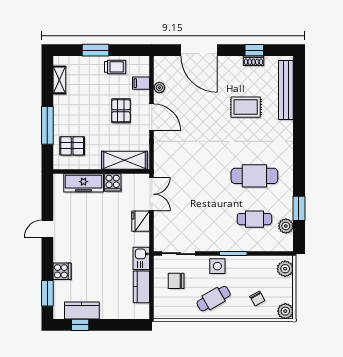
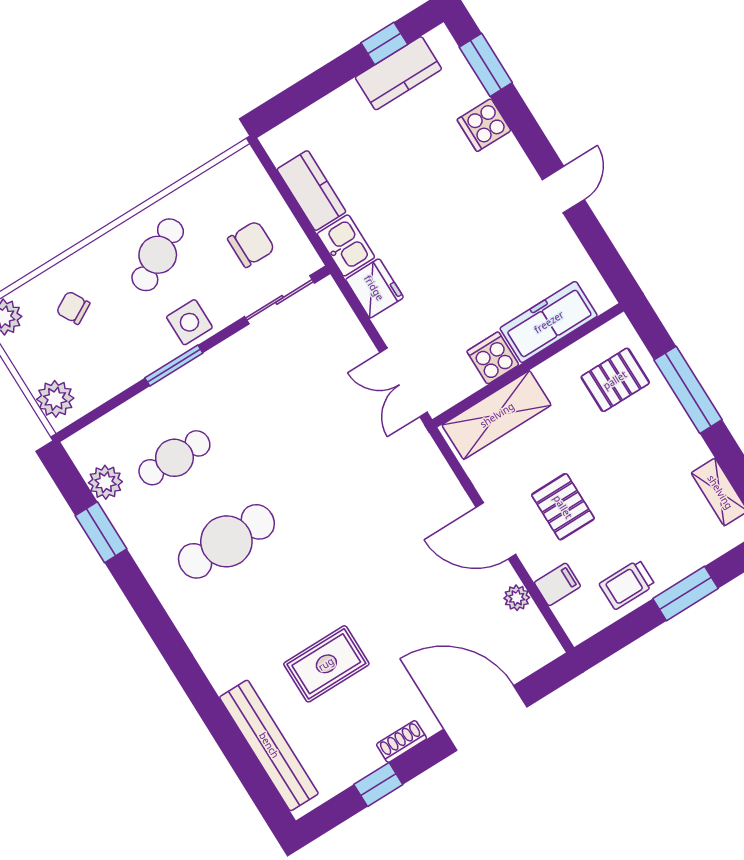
shoe rack: (253, 61) -> (402, 741), moved
fridge: (141, 221) -> (374, 288), moved

